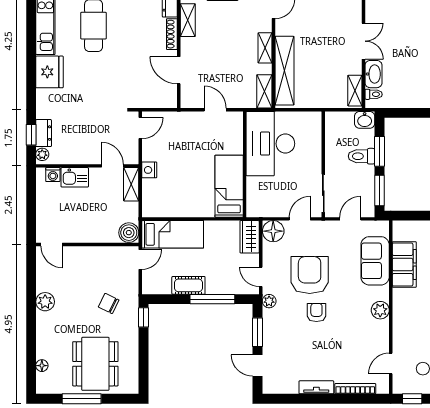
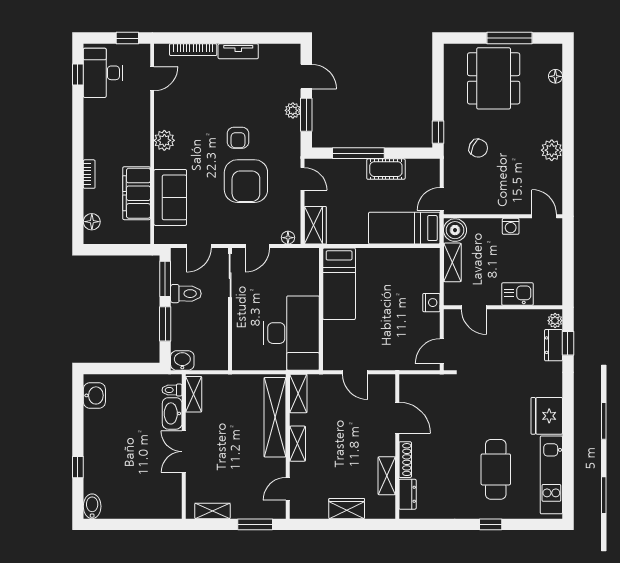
toilet: (362, 156) -> (186, 294), moved
washing machine: (53, 175) -> (511, 226), moved, turned 180
shelving: (131, 184) -> (452, 262), moved
floor lamp: (273, 231) -> (288, 238), width x0.53, depth x0.53
plant: (269, 301) -> (293, 110), moved

